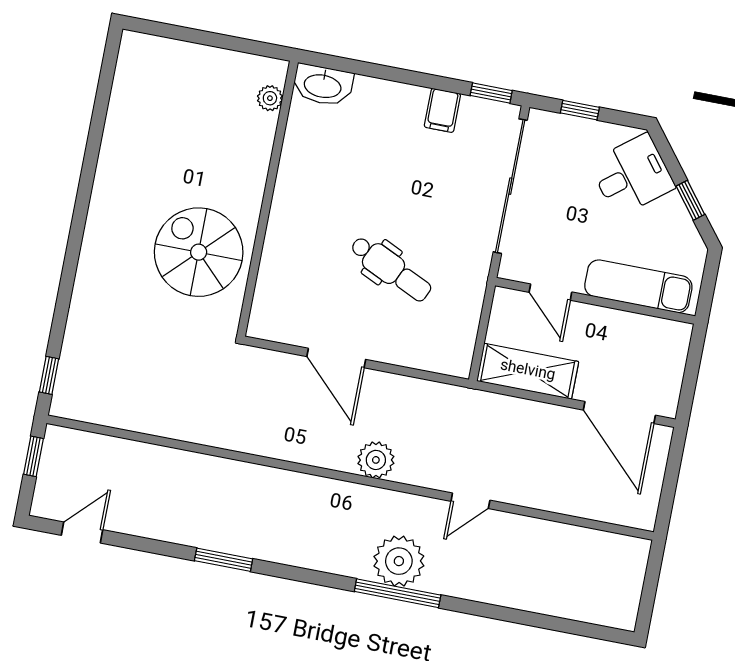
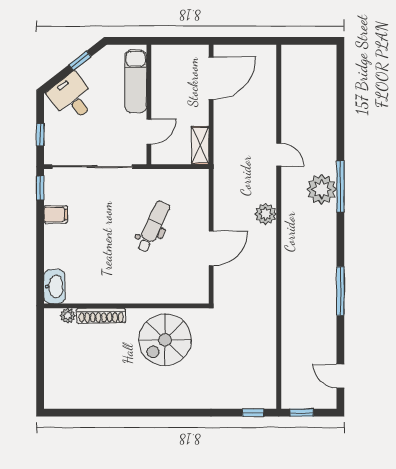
shoe rack: (259, 154) -> (101, 316), added
shelving: (528, 371) -> (200, 145), width x0.67, depth x0.75
window: (224, 560) -> (340, 291), width x1.44

